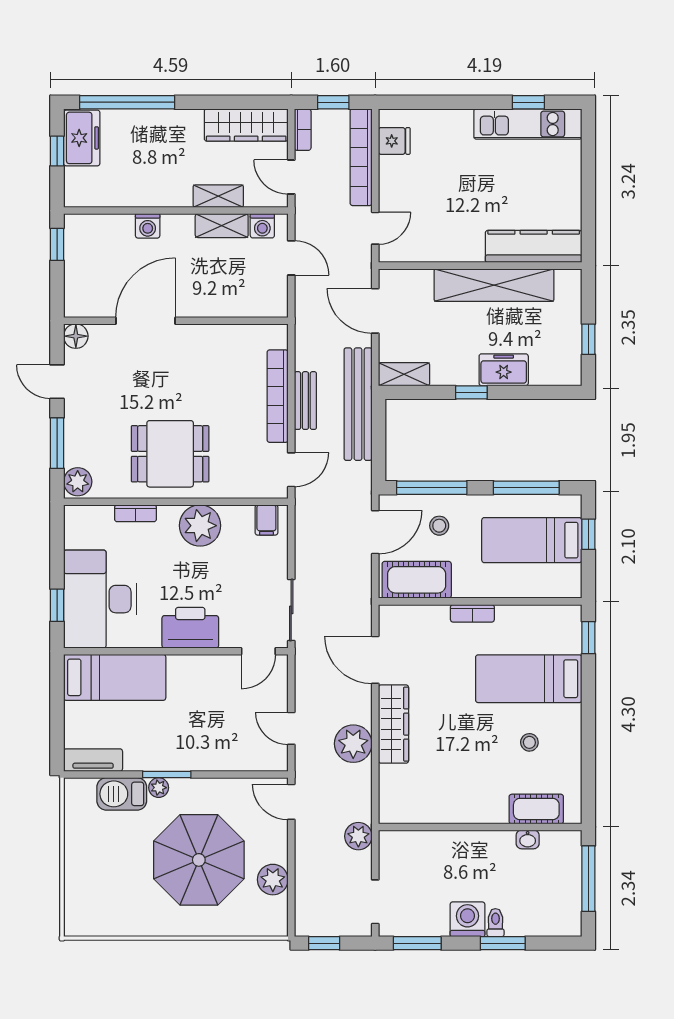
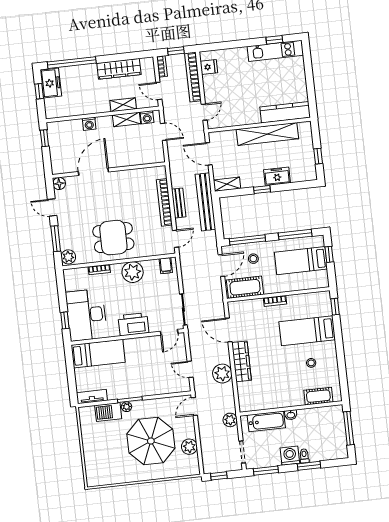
wardrobe: (246, 125) -> (119, 69), moved
door: (291, 802) -> (194, 406), hinge flipped
washbasin: (528, 839) -> (291, 415), moved
bathtub: (429, 847) -> (266, 421), added

